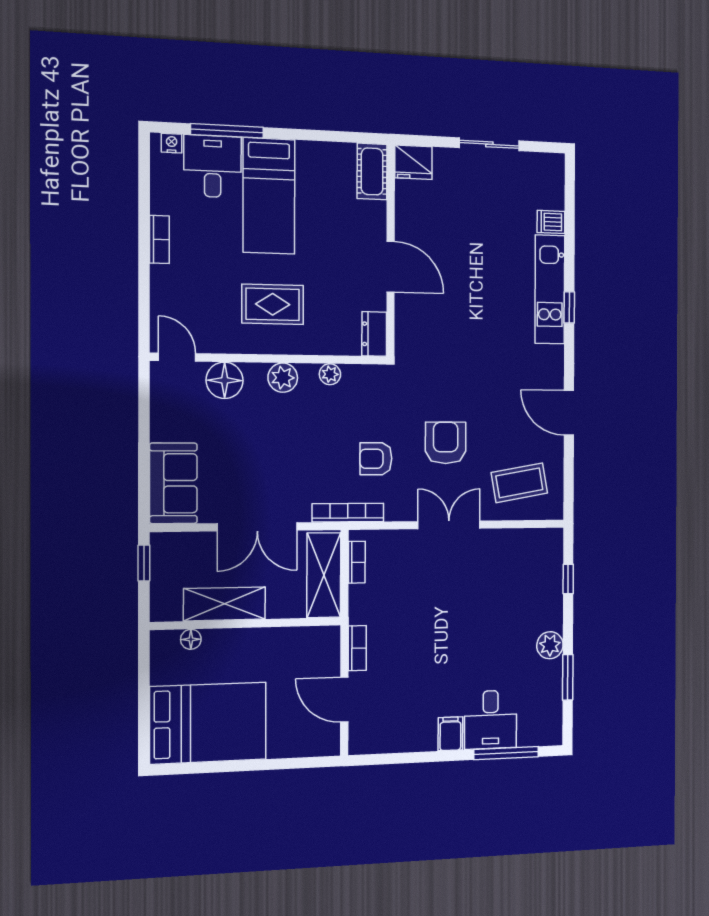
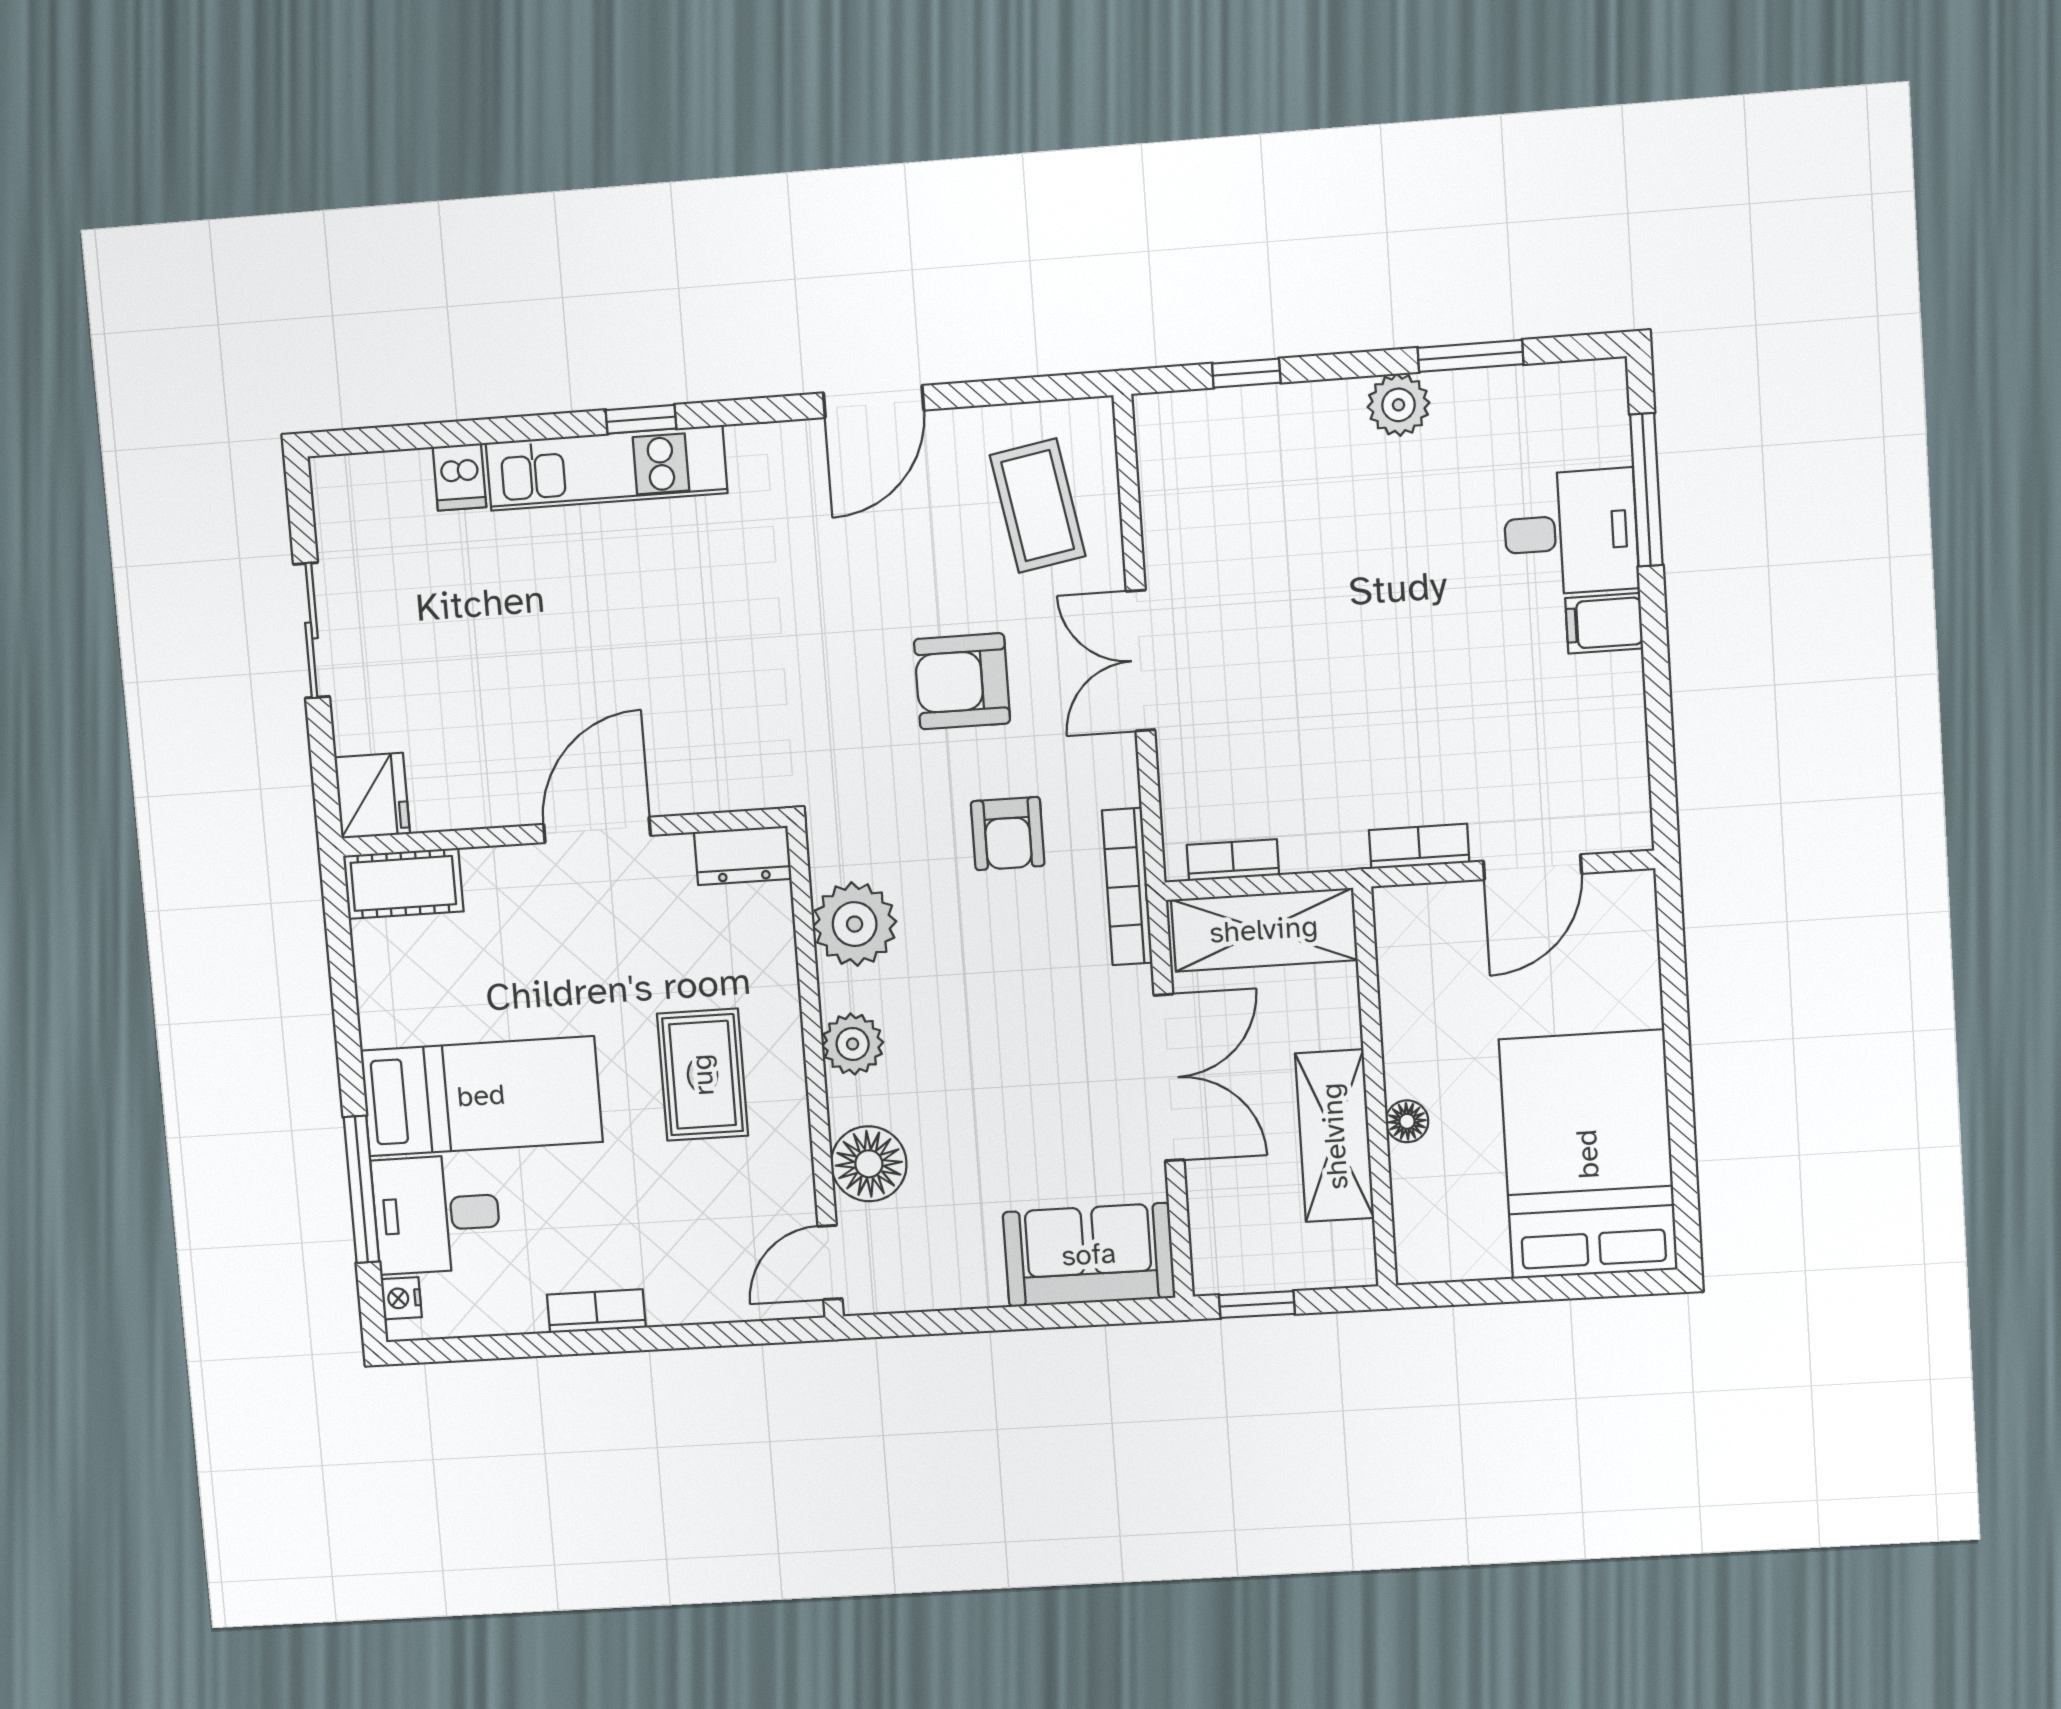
plant: (330, 374) -> (855, 924), width x1.88, depth x1.88
floor lamp: (191, 639) -> (1407, 1121), moved

